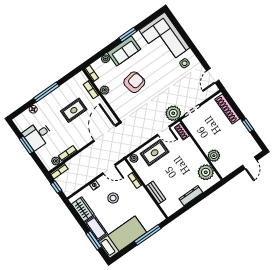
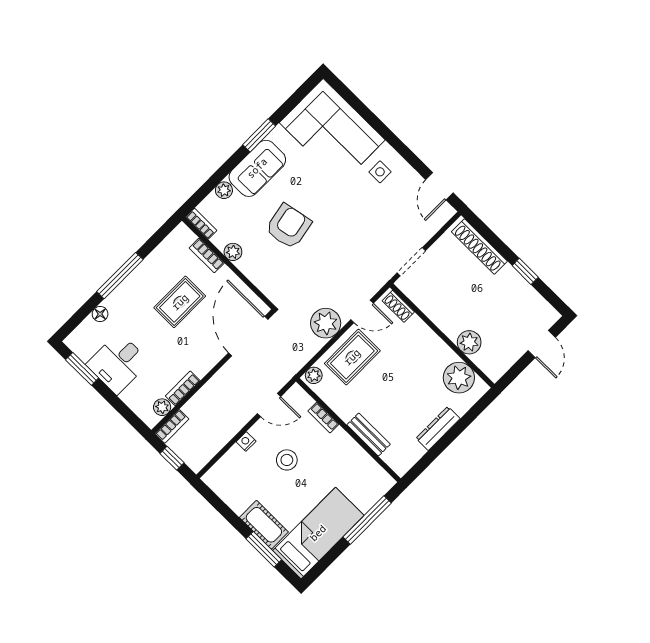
plant: (173, 113) -> (326, 323), moved
window: (27, 145) -> (82, 369), moved
wardrobe: (83, 209) -> (231, 492), removed

